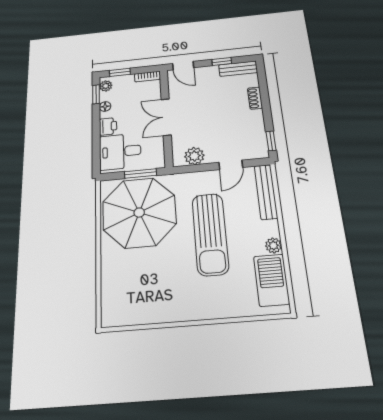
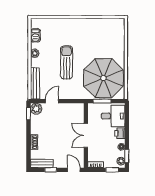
double door: (166, 117) -> (86, 135), swing flipped
plant: (194, 156) -> (36, 109), moved
sun lounger: (210, 234) -> (67, 62), width x0.73, depth x0.75
barbecue: (271, 280) -> (35, 35), width x0.53, depth x0.65

